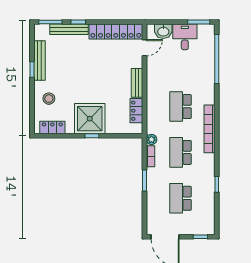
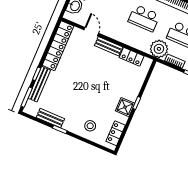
door: (144, 48) -> (91, 32), moved
bench: (40, 60) -> (50, 118), width x0.73
shower: (90, 119) -> (125, 107), width x0.54, depth x0.54
plant: (151, 139) -> (159, 49), width x1.87, depth x1.87

